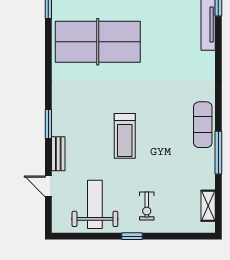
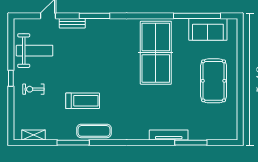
window: (48, 124) -> (94, 16), width x1.44
treadmill: (125, 136) -> (83, 101), moved, turned 180

